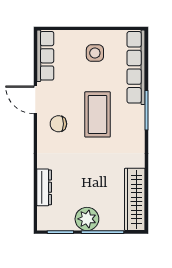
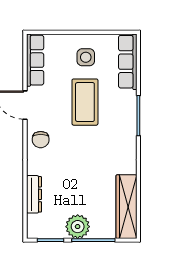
row of seats: (136, 67) -> (128, 62), width x0.73
coffee table: (98, 114) -> (85, 102), moved
chair: (58, 124) -> (41, 140), moved, turned -90

